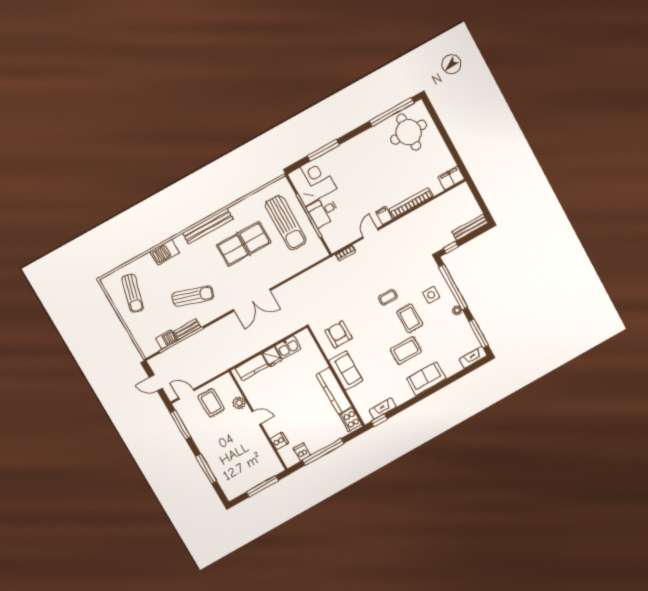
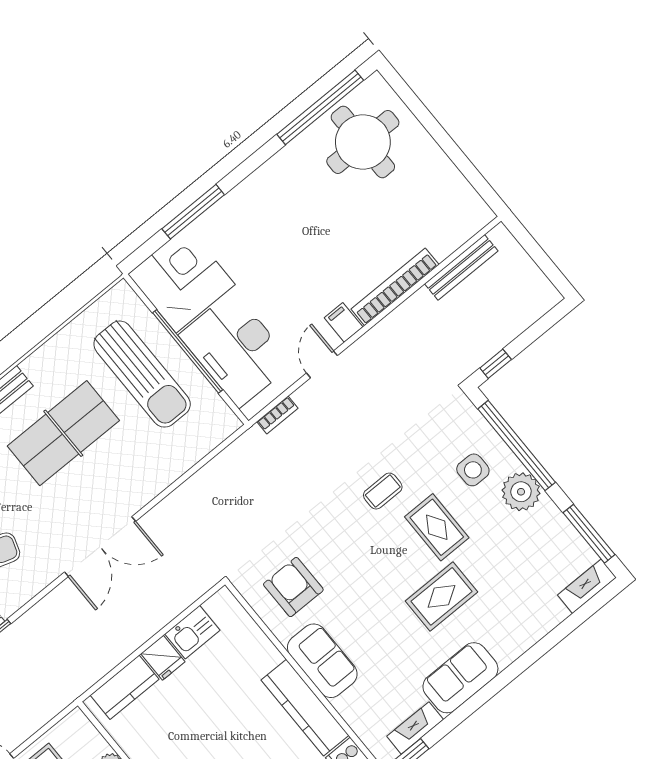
filing cabinet: (451, 178) -> (469, 219), removed
desk: (323, 212) -> (236, 349), width x1.87, depth x1.30
bench: (470, 227) -> (461, 267), moved
plant: (457, 310) -> (521, 492), width x1.88, depth x1.88
sofa: (426, 379) -> (460, 678), moved

